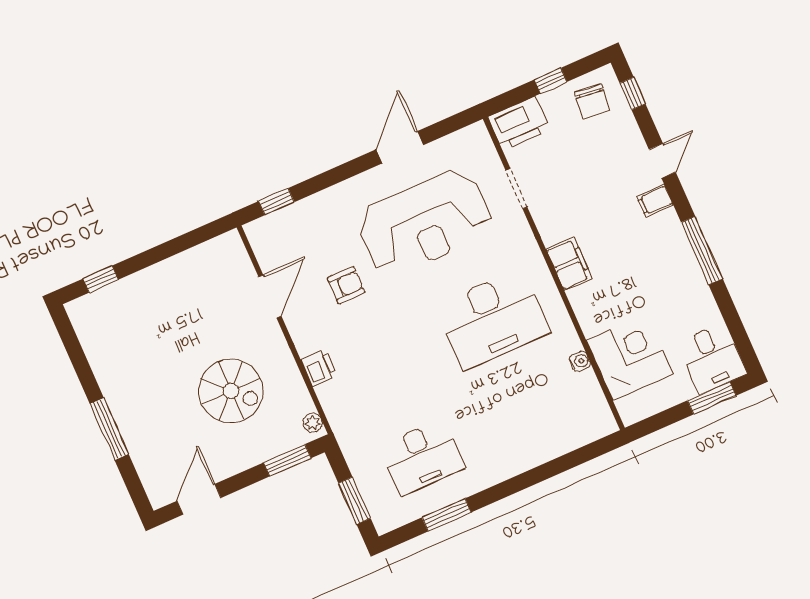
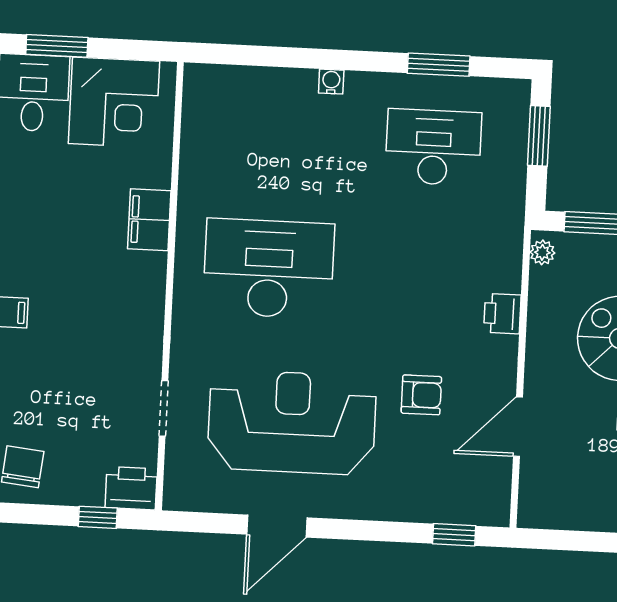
window: (551, 81) -> (98, 517), moved
printer: (519, 123) -> (131, 488), width x0.73, depth x0.84
filing cabinet: (569, 264) -> (149, 220), moved
armchair: (346, 285) -> (421, 395), turned 180
corner desk: (630, 357) -> (114, 102), moved, turned -90
water cooler: (580, 361) -> (331, 82), moved, turned 90

